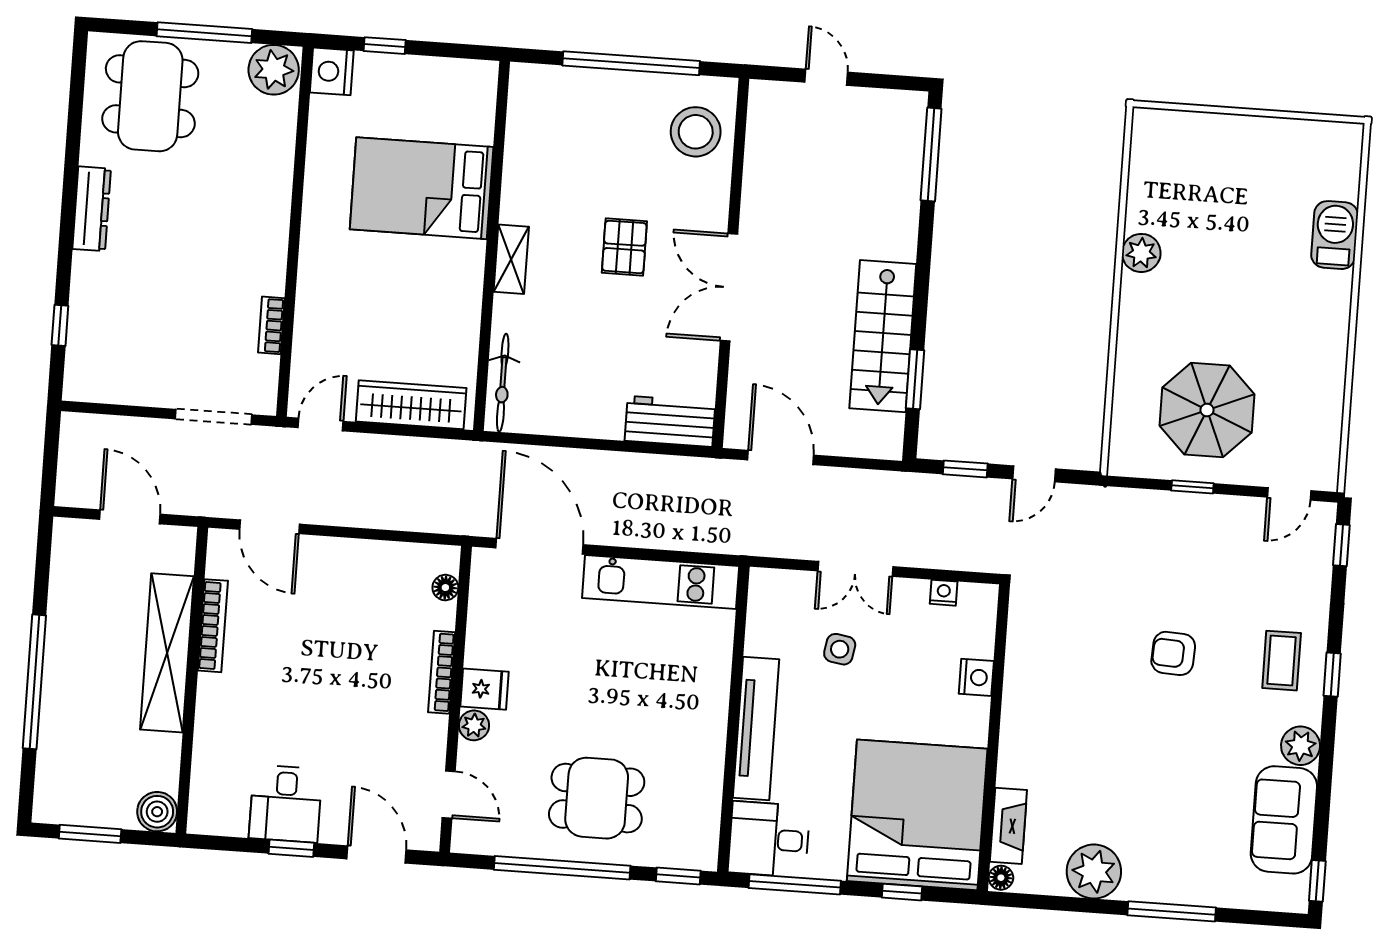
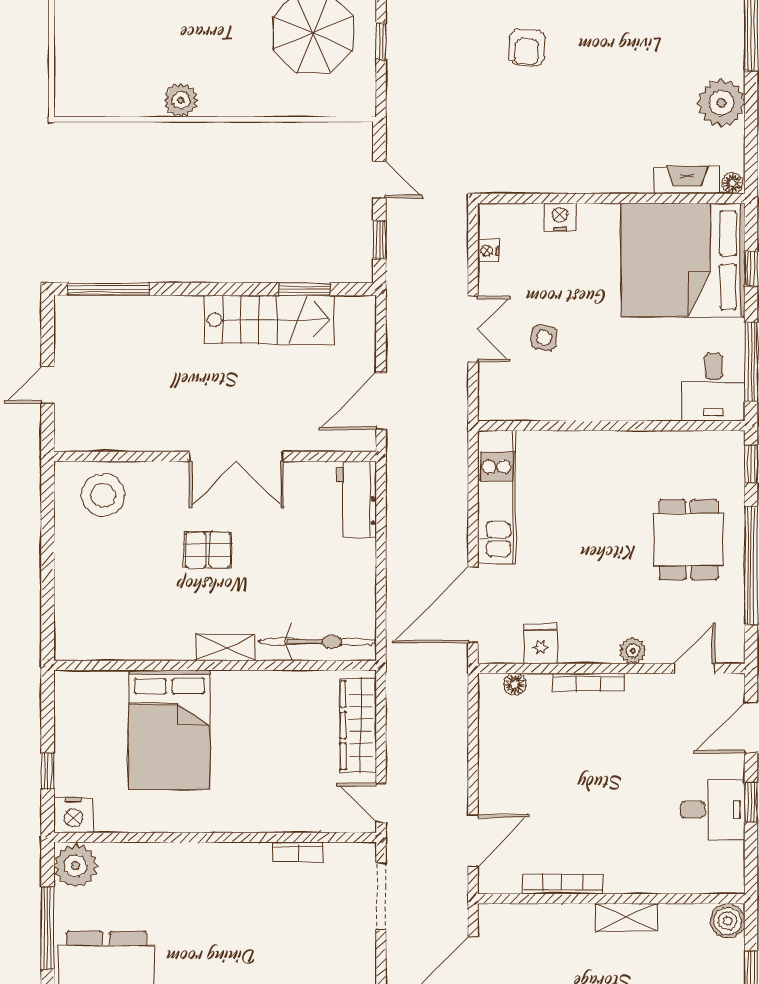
window: (631, 63) -> (48, 555), removed
bicycle: (503, 383) -> (318, 642), width x1.37, depth x1.40
shelving: (167, 653) -> (626, 917), width x0.45, depth x0.75
fridge: (484, 689) -> (541, 644), moved
tv unit: (756, 728) -> (618, 405), removed

